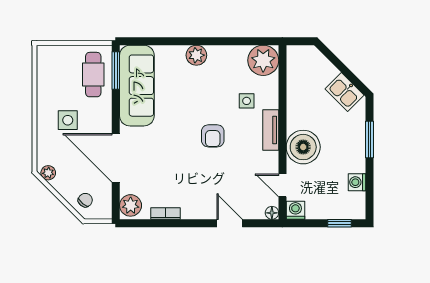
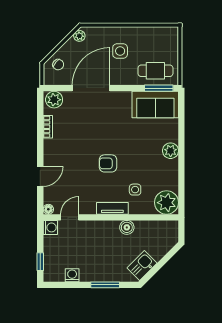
sofa: (137, 86) -> (155, 105), width x0.73
boiler: (303, 147) -> (127, 227), moved, width x0.54, depth x0.54

